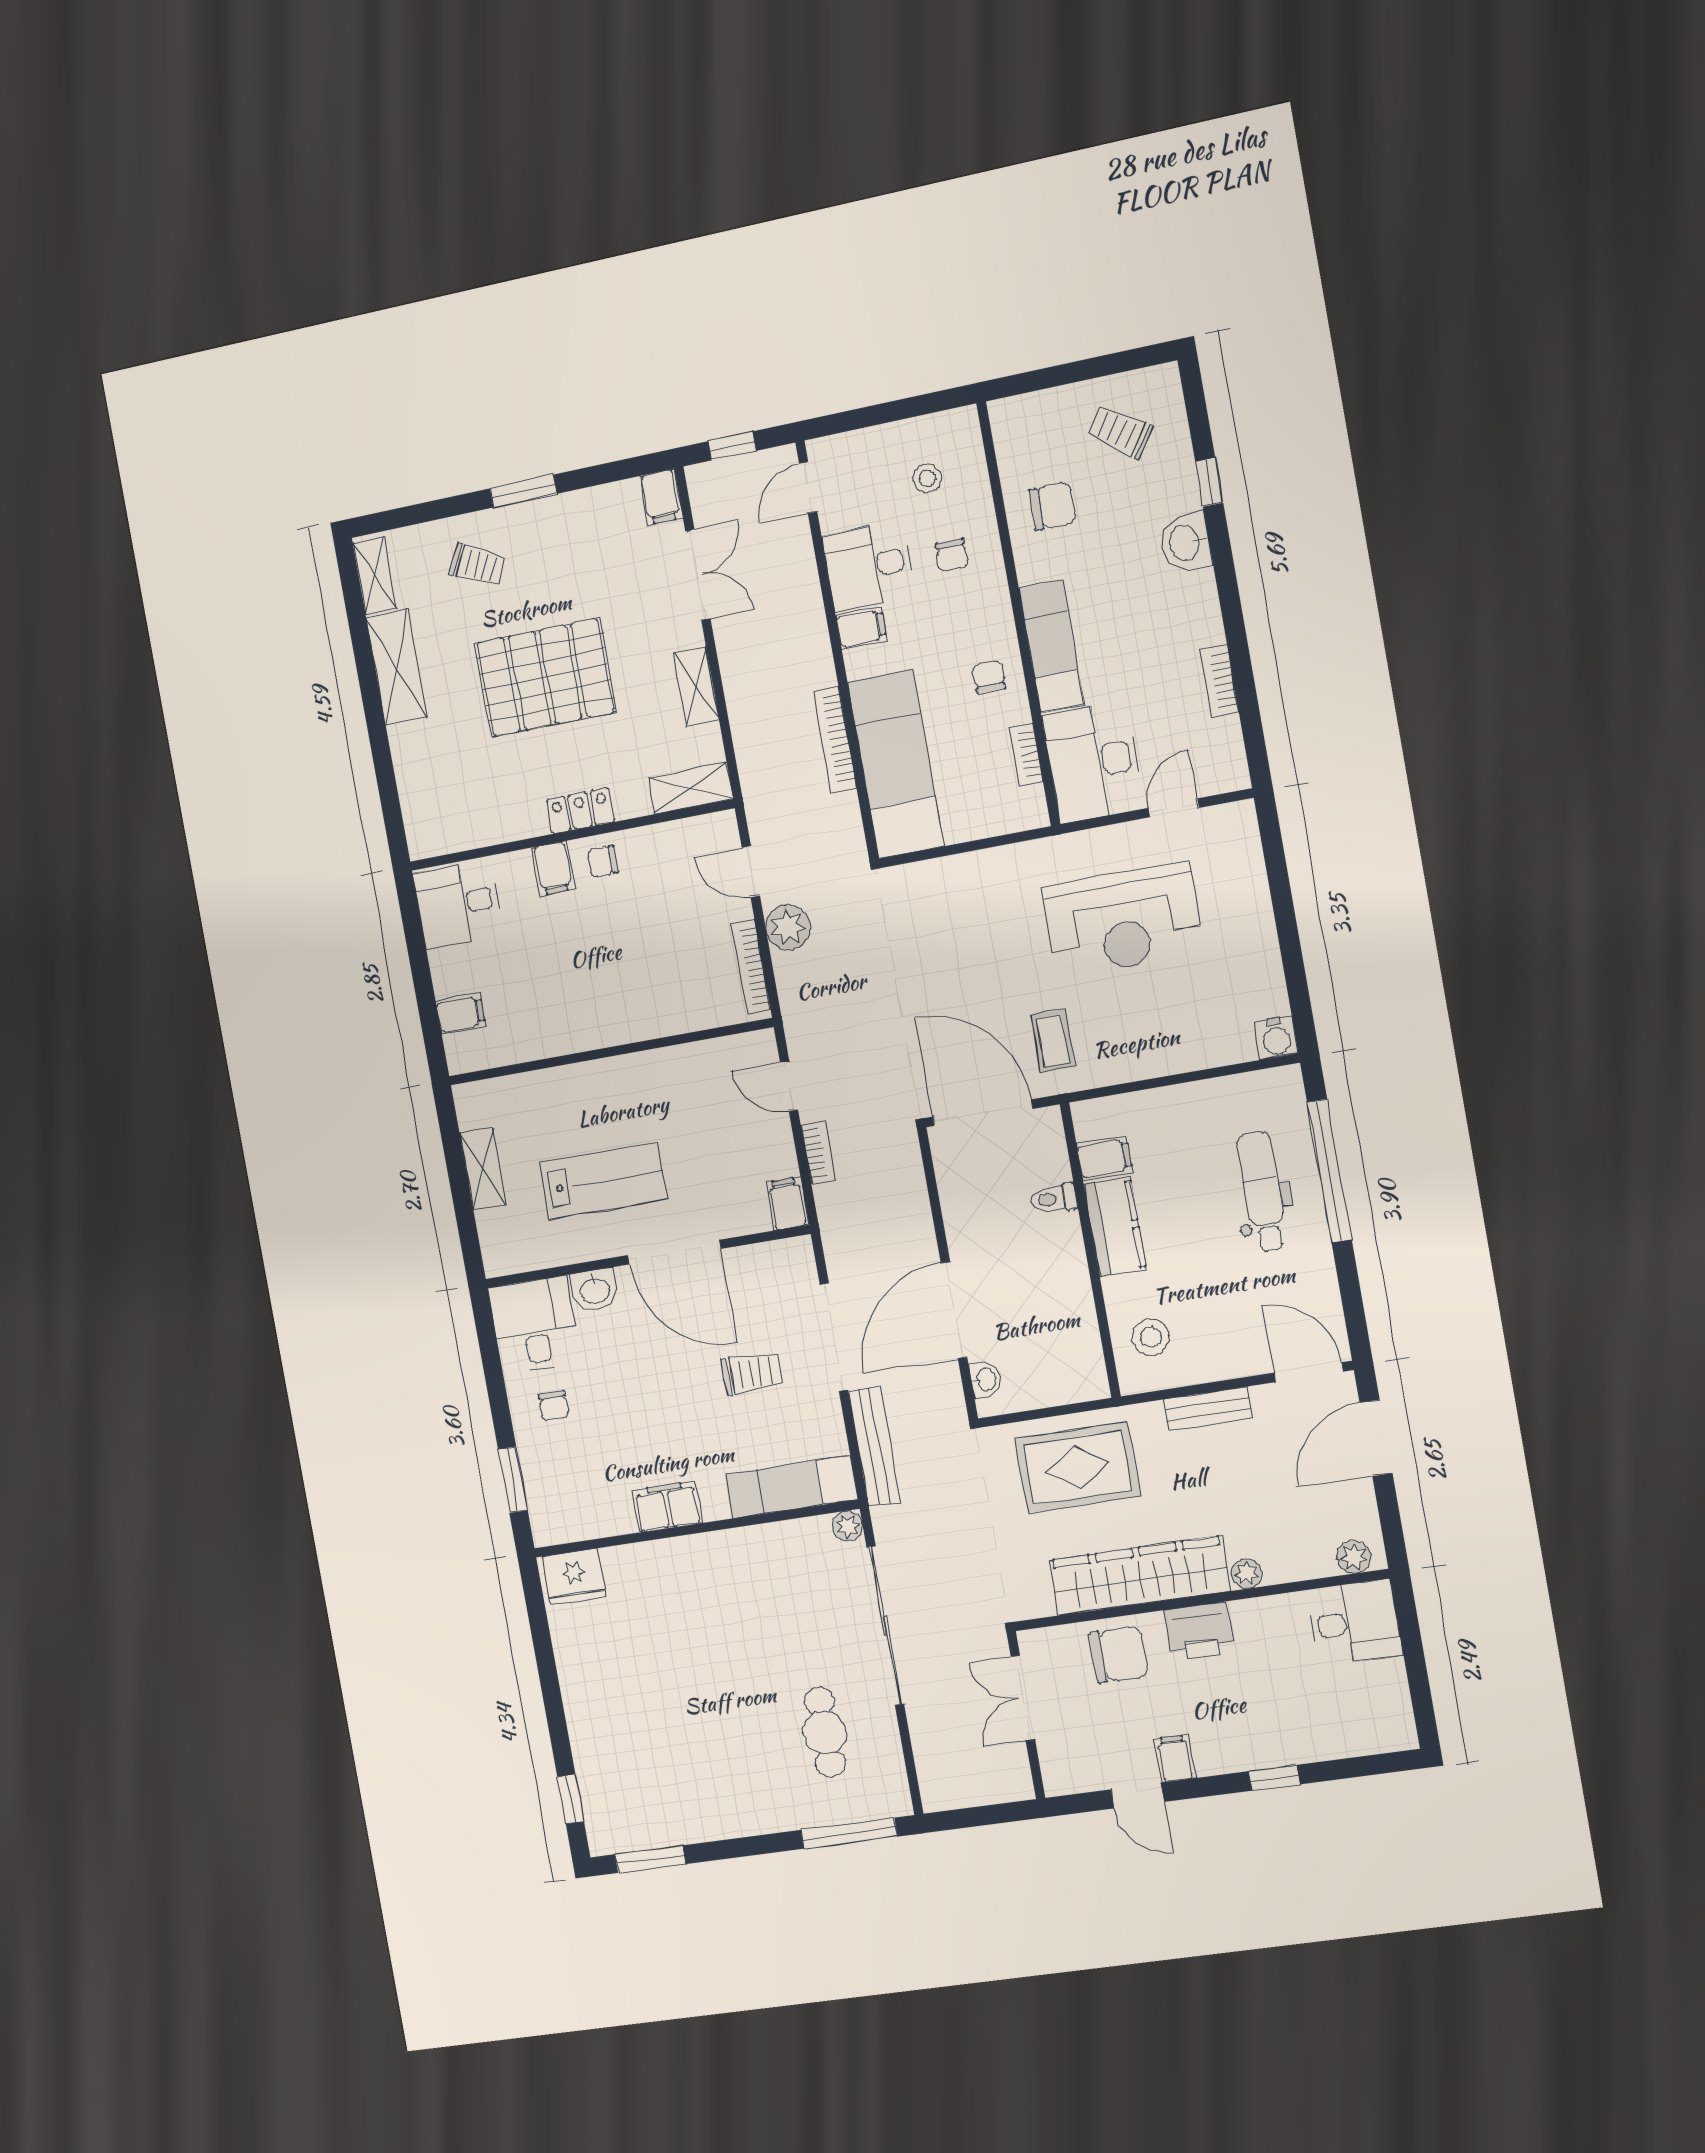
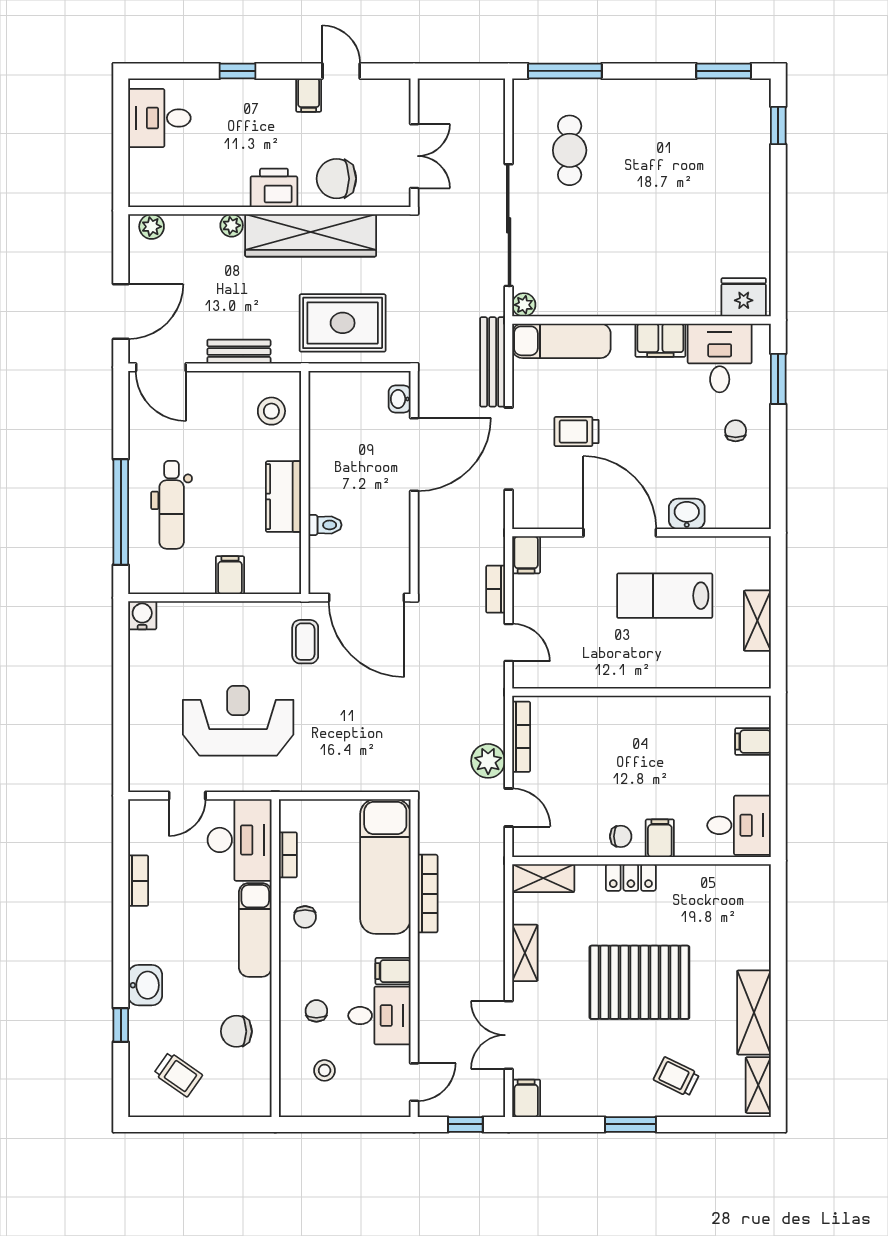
filing cabinet: (1105, 1159) -> (230, 575), moved, turned 90
desk: (535, 1325) -> (720, 358), moved, turned 180
desk: (1355, 1622) -> (159, 118), moved

